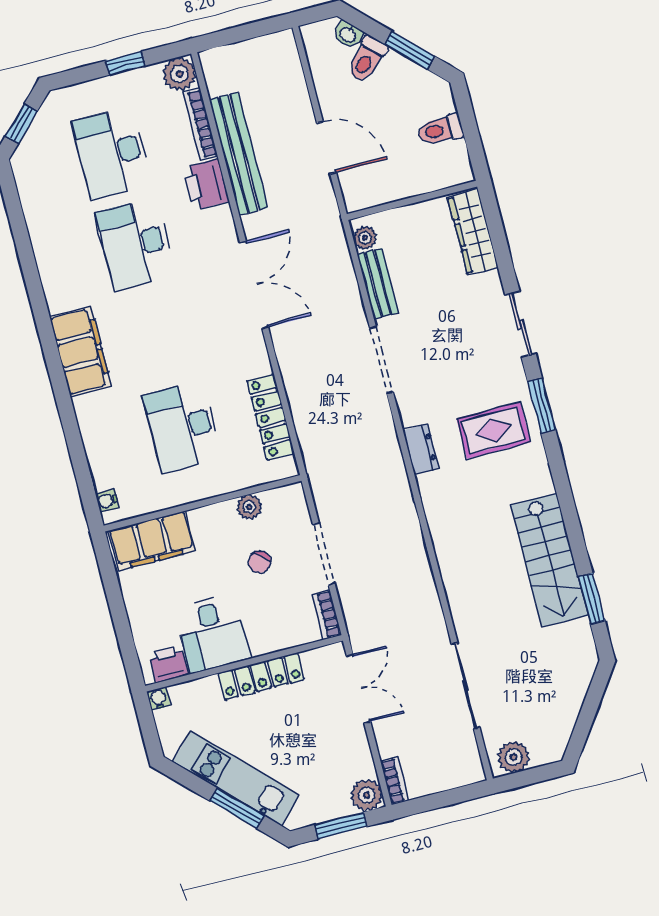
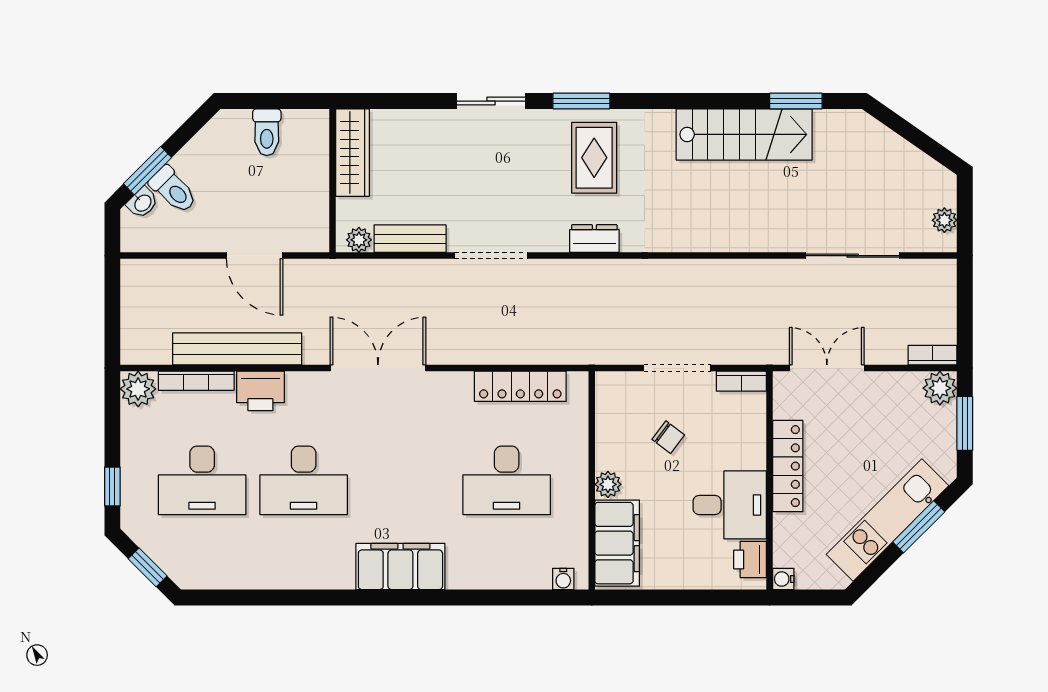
window: (410, 50) -> (148, 171), moved
window: (126, 63) -> (112, 486), moved
door: (326, 148) -> (255, 256), swing flipped
wardrobe: (473, 232) -> (353, 153), moved, turned -90
plant: (249, 507) -> (608, 484), moved
plant: (514, 757) -> (944, 220), width x0.73, depth x0.73

